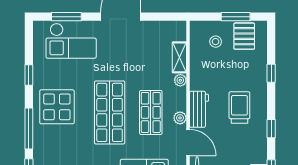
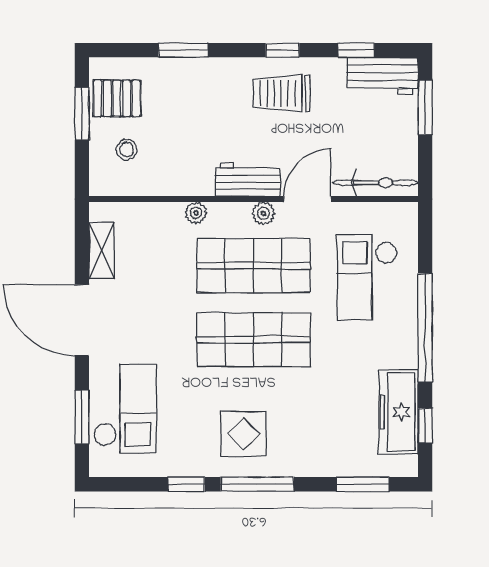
shelving: (179, 57) -> (102, 250), moved, turned 90
window: (271, 73) -> (183, 50), width x1.50
display table: (57, 107) -> (244, 434), width x0.73, depth x0.73
trolley: (239, 107) -> (281, 93), moved
shop shelf: (151, 112) -> (254, 266), width x1.43, depth x1.36
window: (29, 128) -> (257, 484), moved

